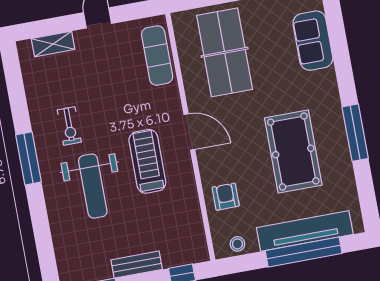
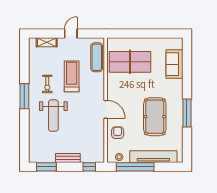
table tennis table: (225, 52) -> (130, 62), turned 90
door: (189, 132) -> (106, 109), moved
treadmill: (147, 161) -> (72, 76), moved
window: (304, 252) -> (135, 167), moved

